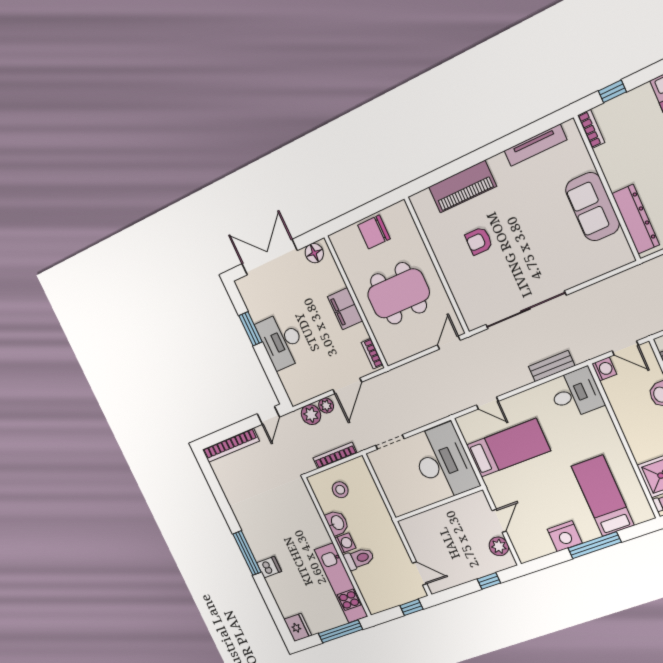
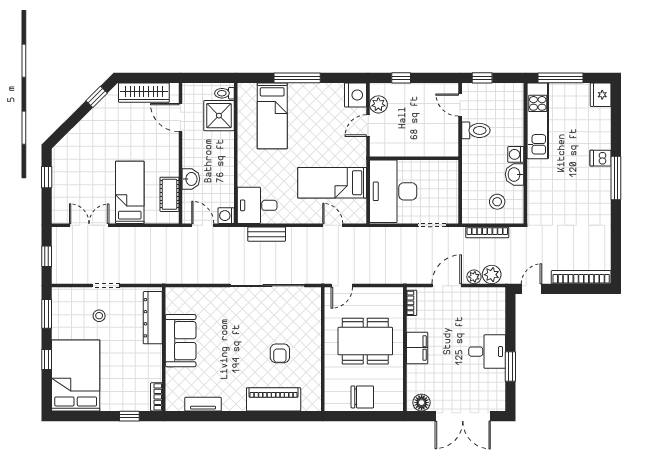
tv unit: (535, 145) -> (203, 404), width x0.71
armchair: (479, 241) -> (280, 353), turned 90
desk: (282, 341) -> (487, 352), width x0.73
nightstand: (565, 536) -> (356, 95), moved, turned 90
toilet: (359, 559) -> (476, 130), moved, turned 180

